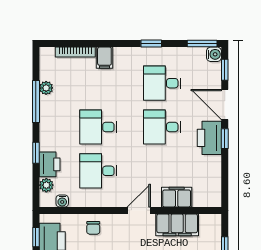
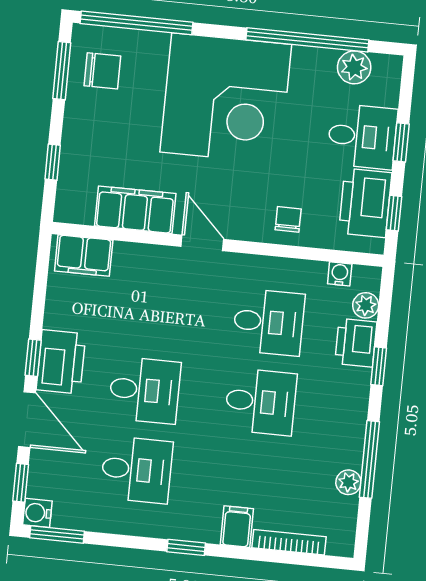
window: (151, 44) -> (186, 547), moved
filing cabinet: (177, 197) -> (84, 256), moved
door: (139, 210) -> (202, 243), swing flipped

